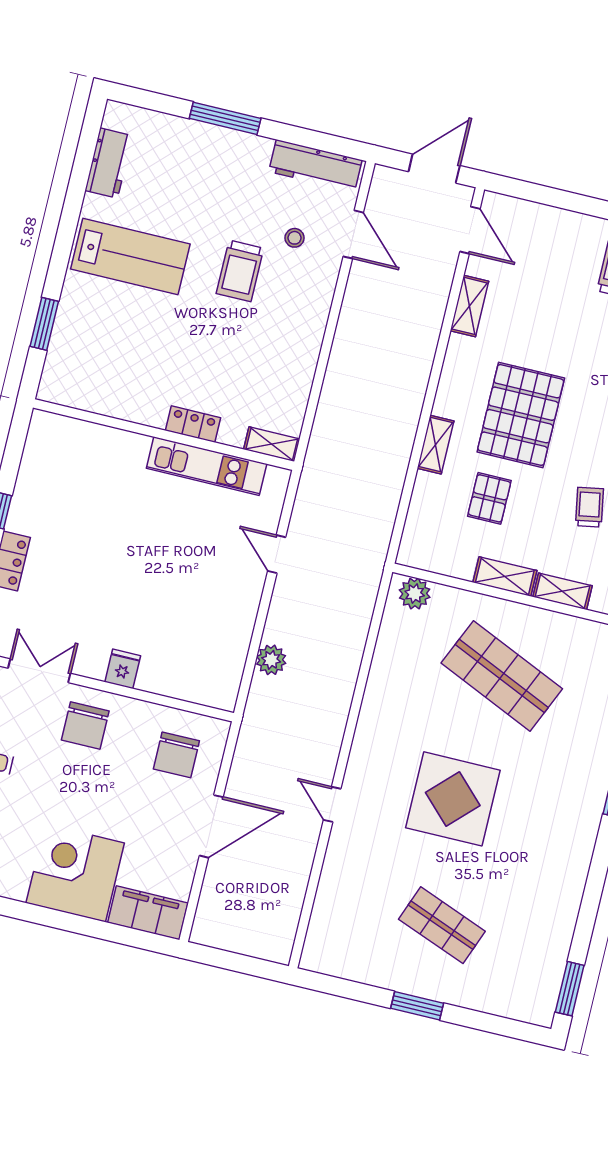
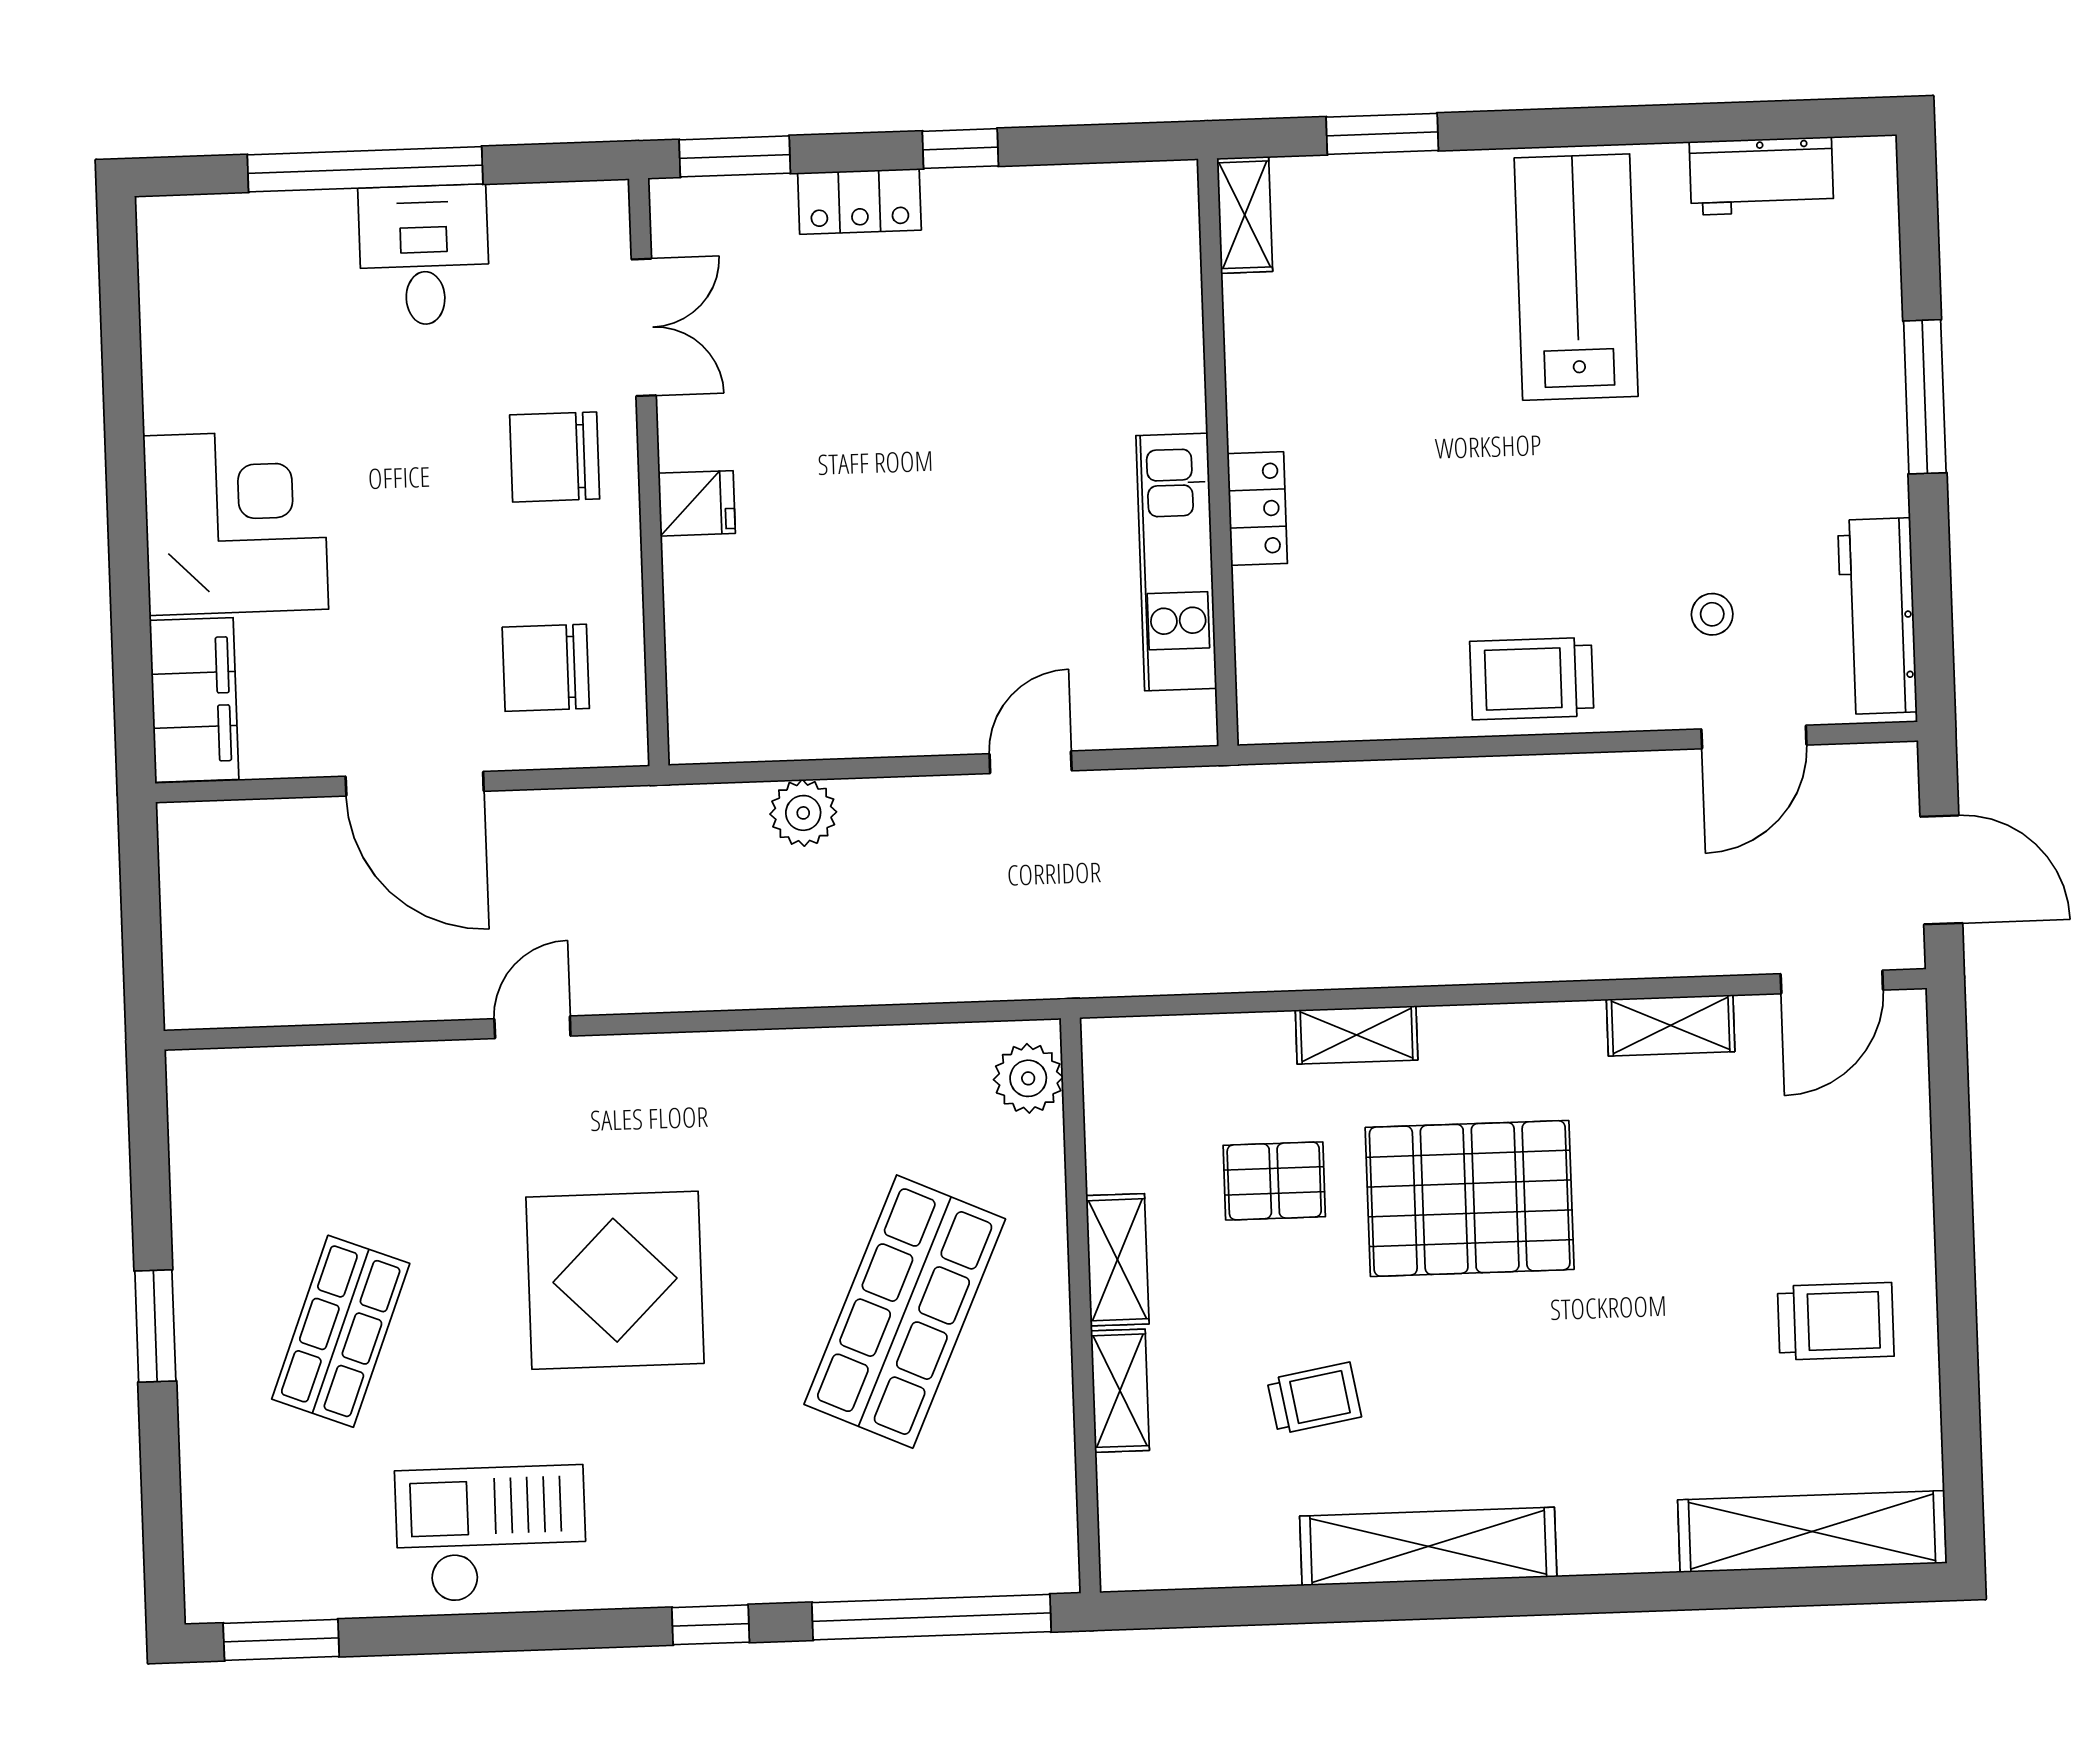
lab bench: (130, 256) -> (1576, 277), turned 180
trolley: (240, 271) -> (1532, 679), moved
shelving: (272, 444) -> (1245, 215), moved
checkout: (549, 884) -> (491, 1534), added

